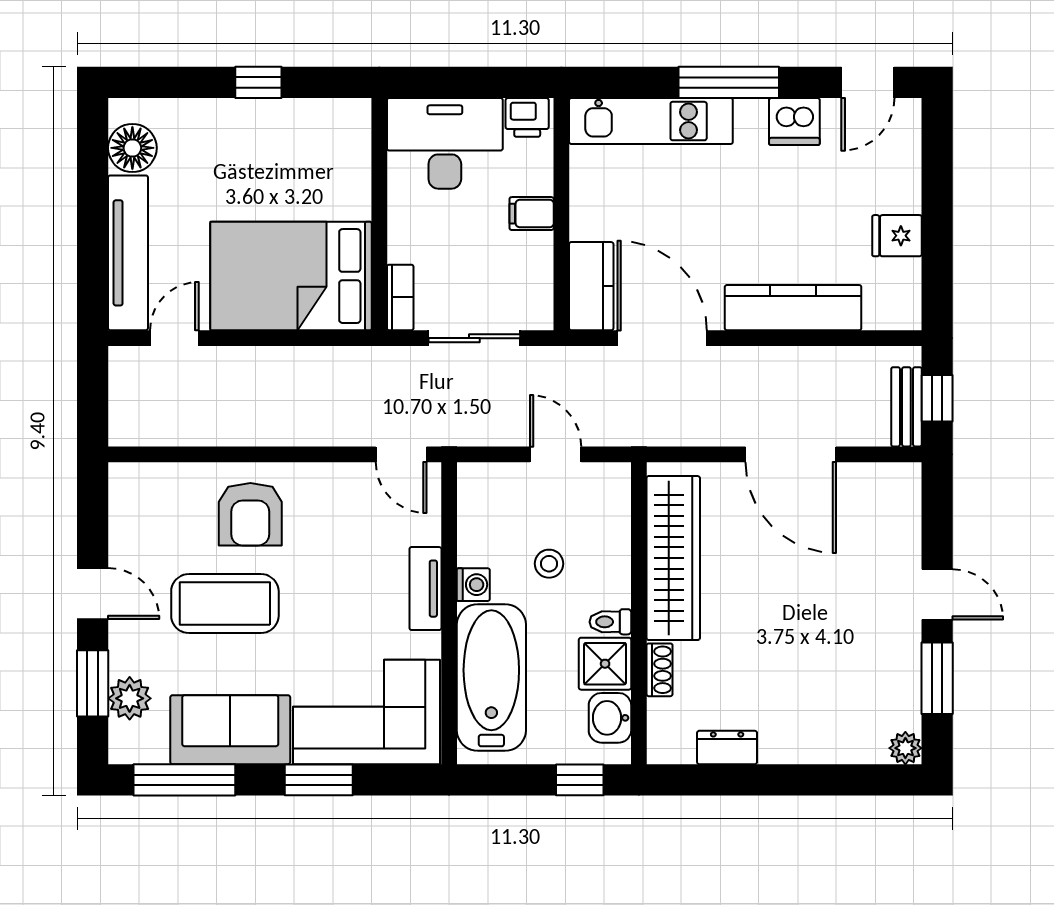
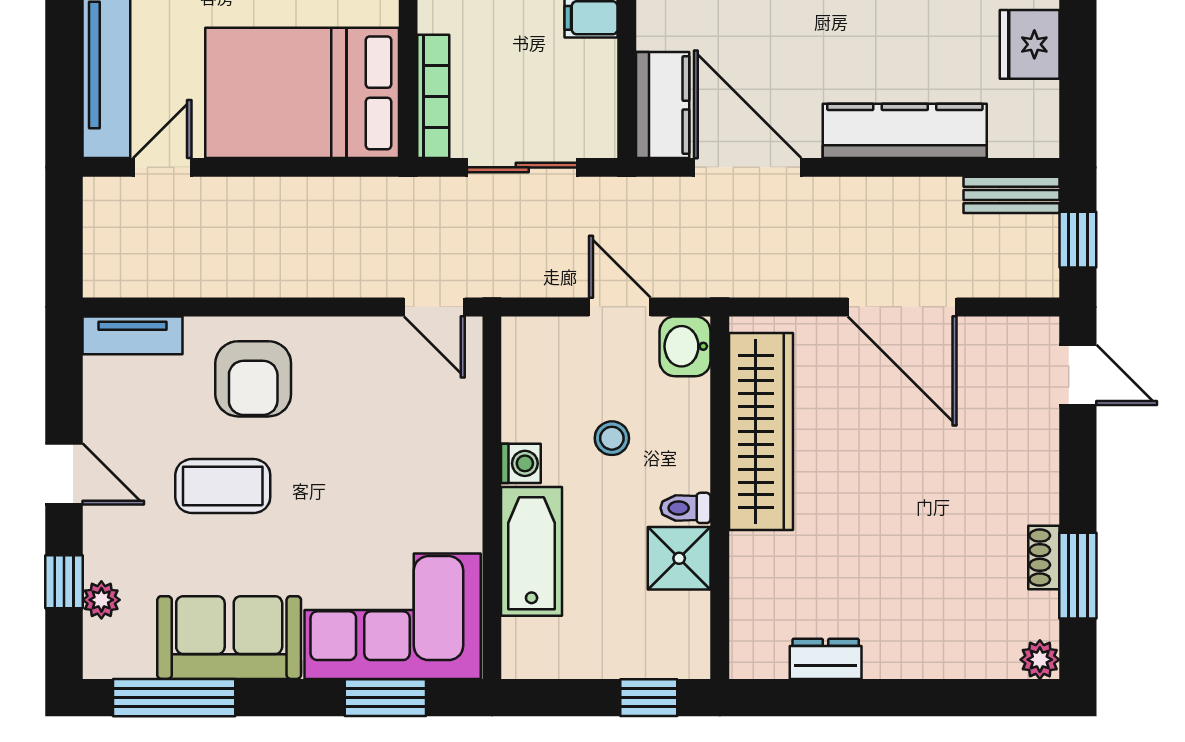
fridge: (897, 236) -> (1030, 44), width x1.38
bookcase: (400, 297) -> (433, 96), width x1.56
bench: (906, 407) -> (1011, 195), moved, turned 90
tv unit: (425, 589) -> (132, 335), moved, turned -90
door: (937, 594) -> (1078, 375), moved
coffee table: (225, 604) -> (223, 486), width x0.73, depth x0.76
shoe rack: (659, 670) -> (1044, 558), moved, turned 180
bathtub: (491, 677) -> (532, 551), width x0.73, depth x0.73
window: (93, 683) -> (64, 582), width x0.67
plant: (130, 698) -> (101, 600), width x0.73, depth x0.73
washbasin: (610, 718) -> (685, 346), moved
window: (319, 780) -> (385, 698), moved

